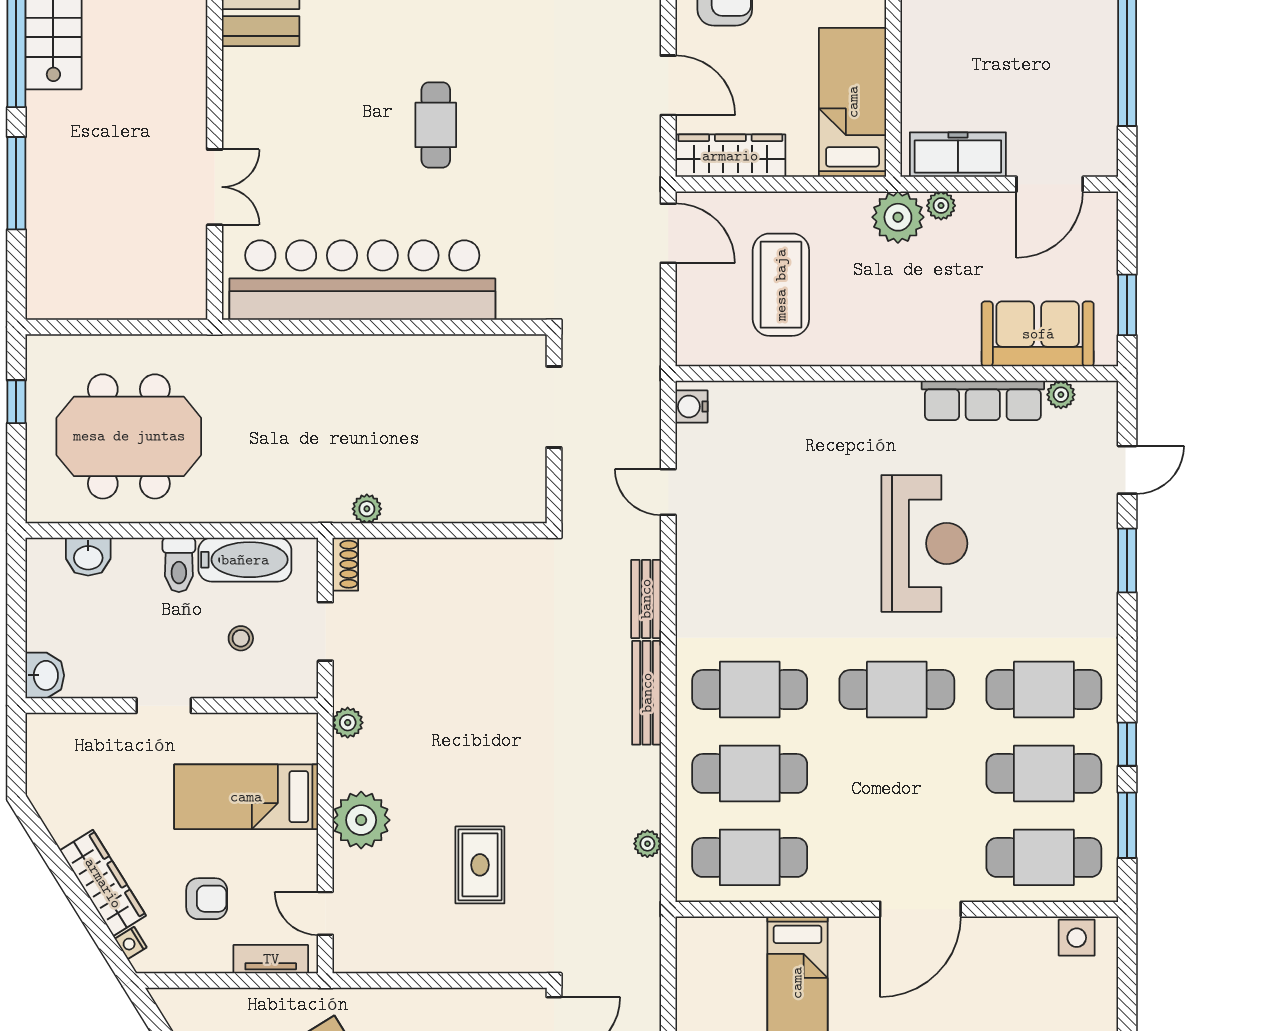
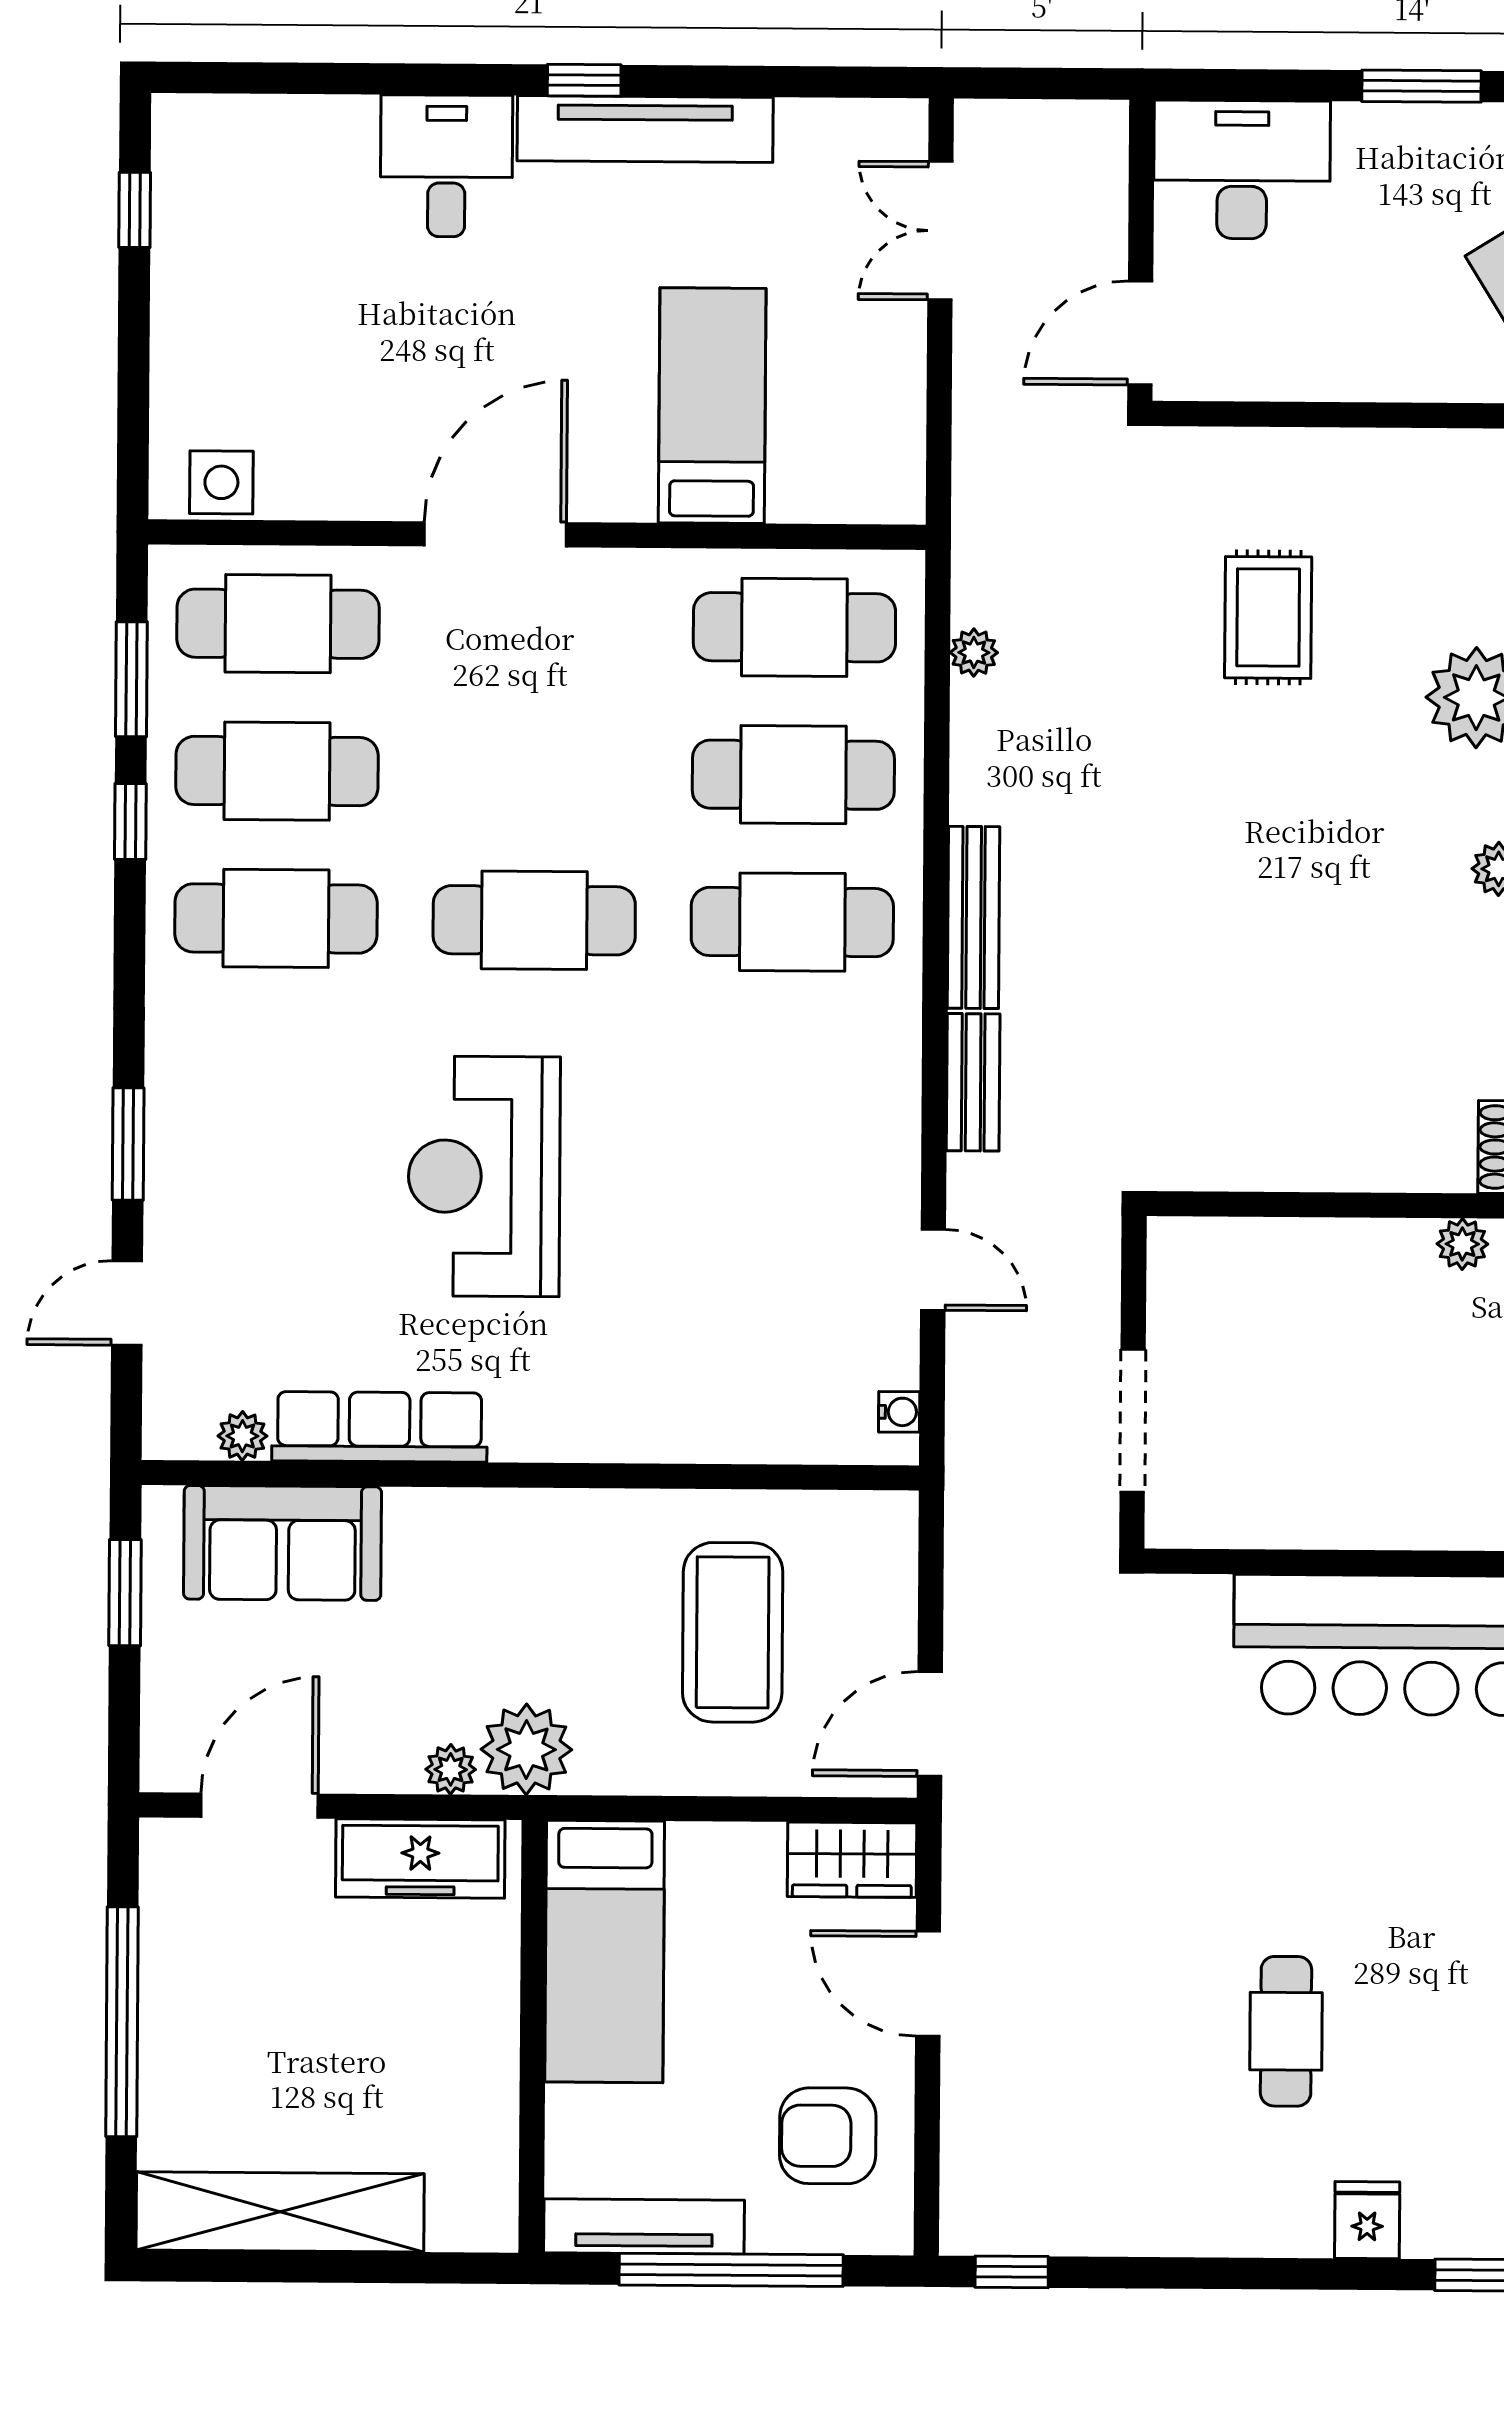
cafe table: (436, 125) -> (1286, 2031), moved
wardrobe: (730, 156) -> (852, 1860), width x0.67
door: (668, 233) -> (930, 1724), hinge flipped
water cooler: (691, 406) -> (899, 1412), width x0.72, depth x0.72

